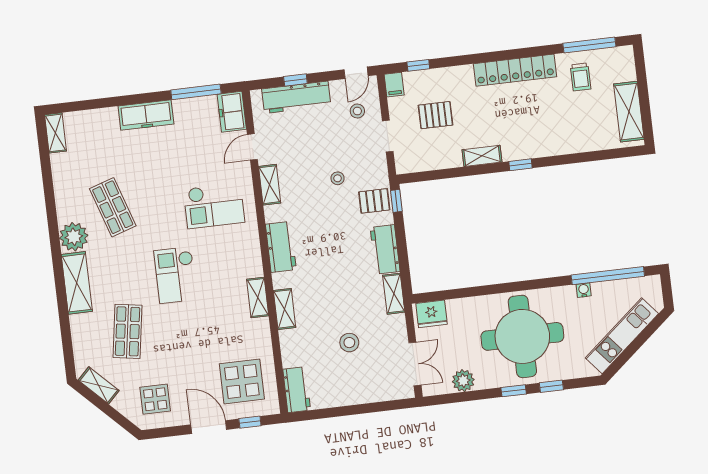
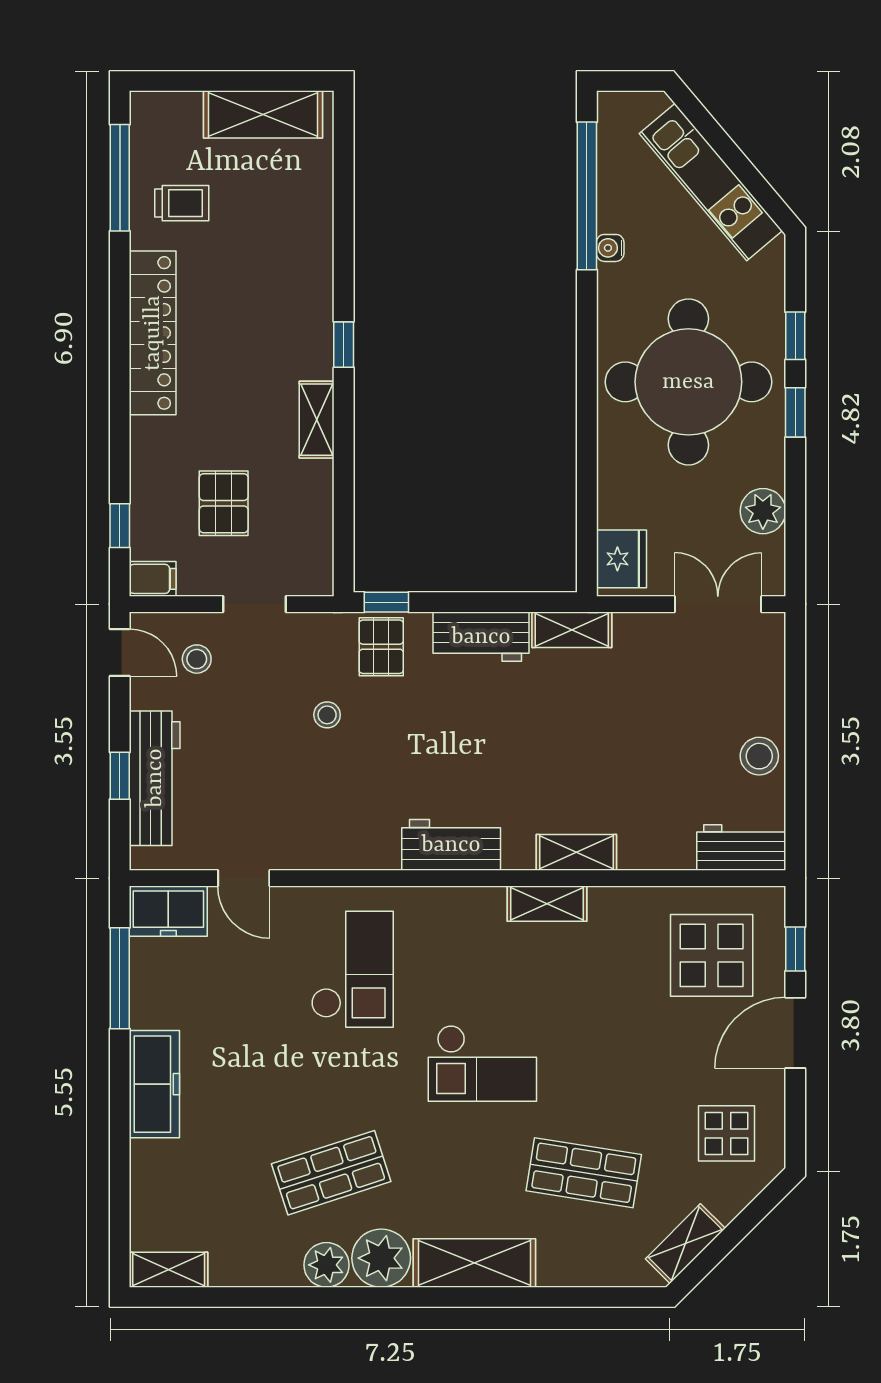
shelving: (270, 185) -> (323, 853), removed
plant: (67, 210) -> (326, 1265), added
stool: (349, 343) -> (759, 756), moved

